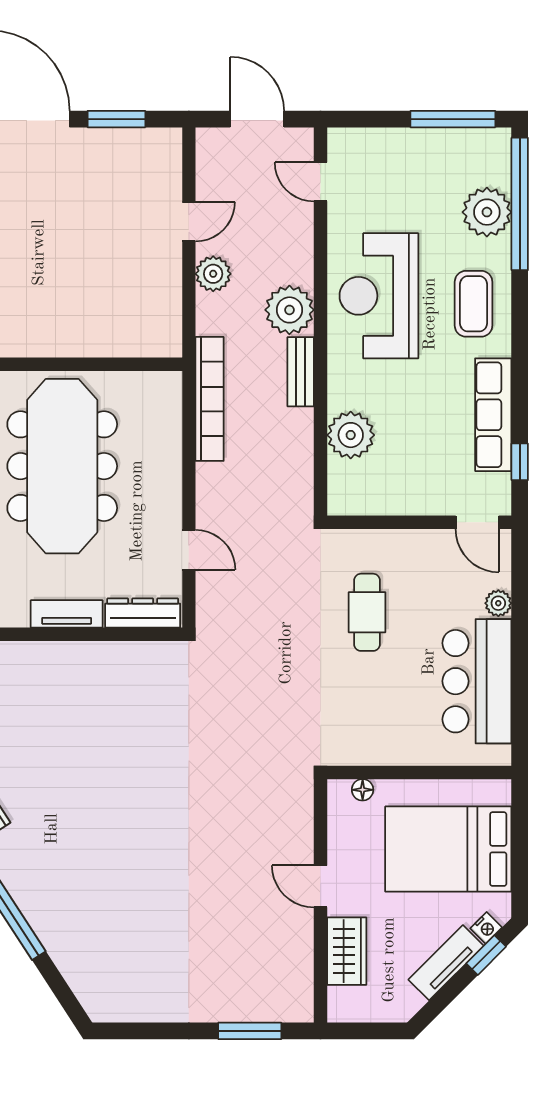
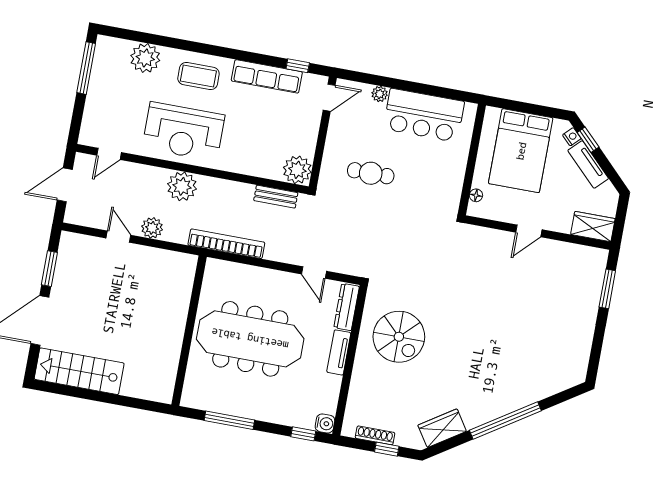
window: (520, 204) -> (144, 38), removed
bench: (301, 372) -> (276, 197), moved
plant: (351, 435) -> (297, 170), moved
door: (189, 550) -> (314, 273), swing flipped
spiral stairs: (110, 707) -> (399, 337), added
wardrobe: (347, 951) -> (593, 226), moved

